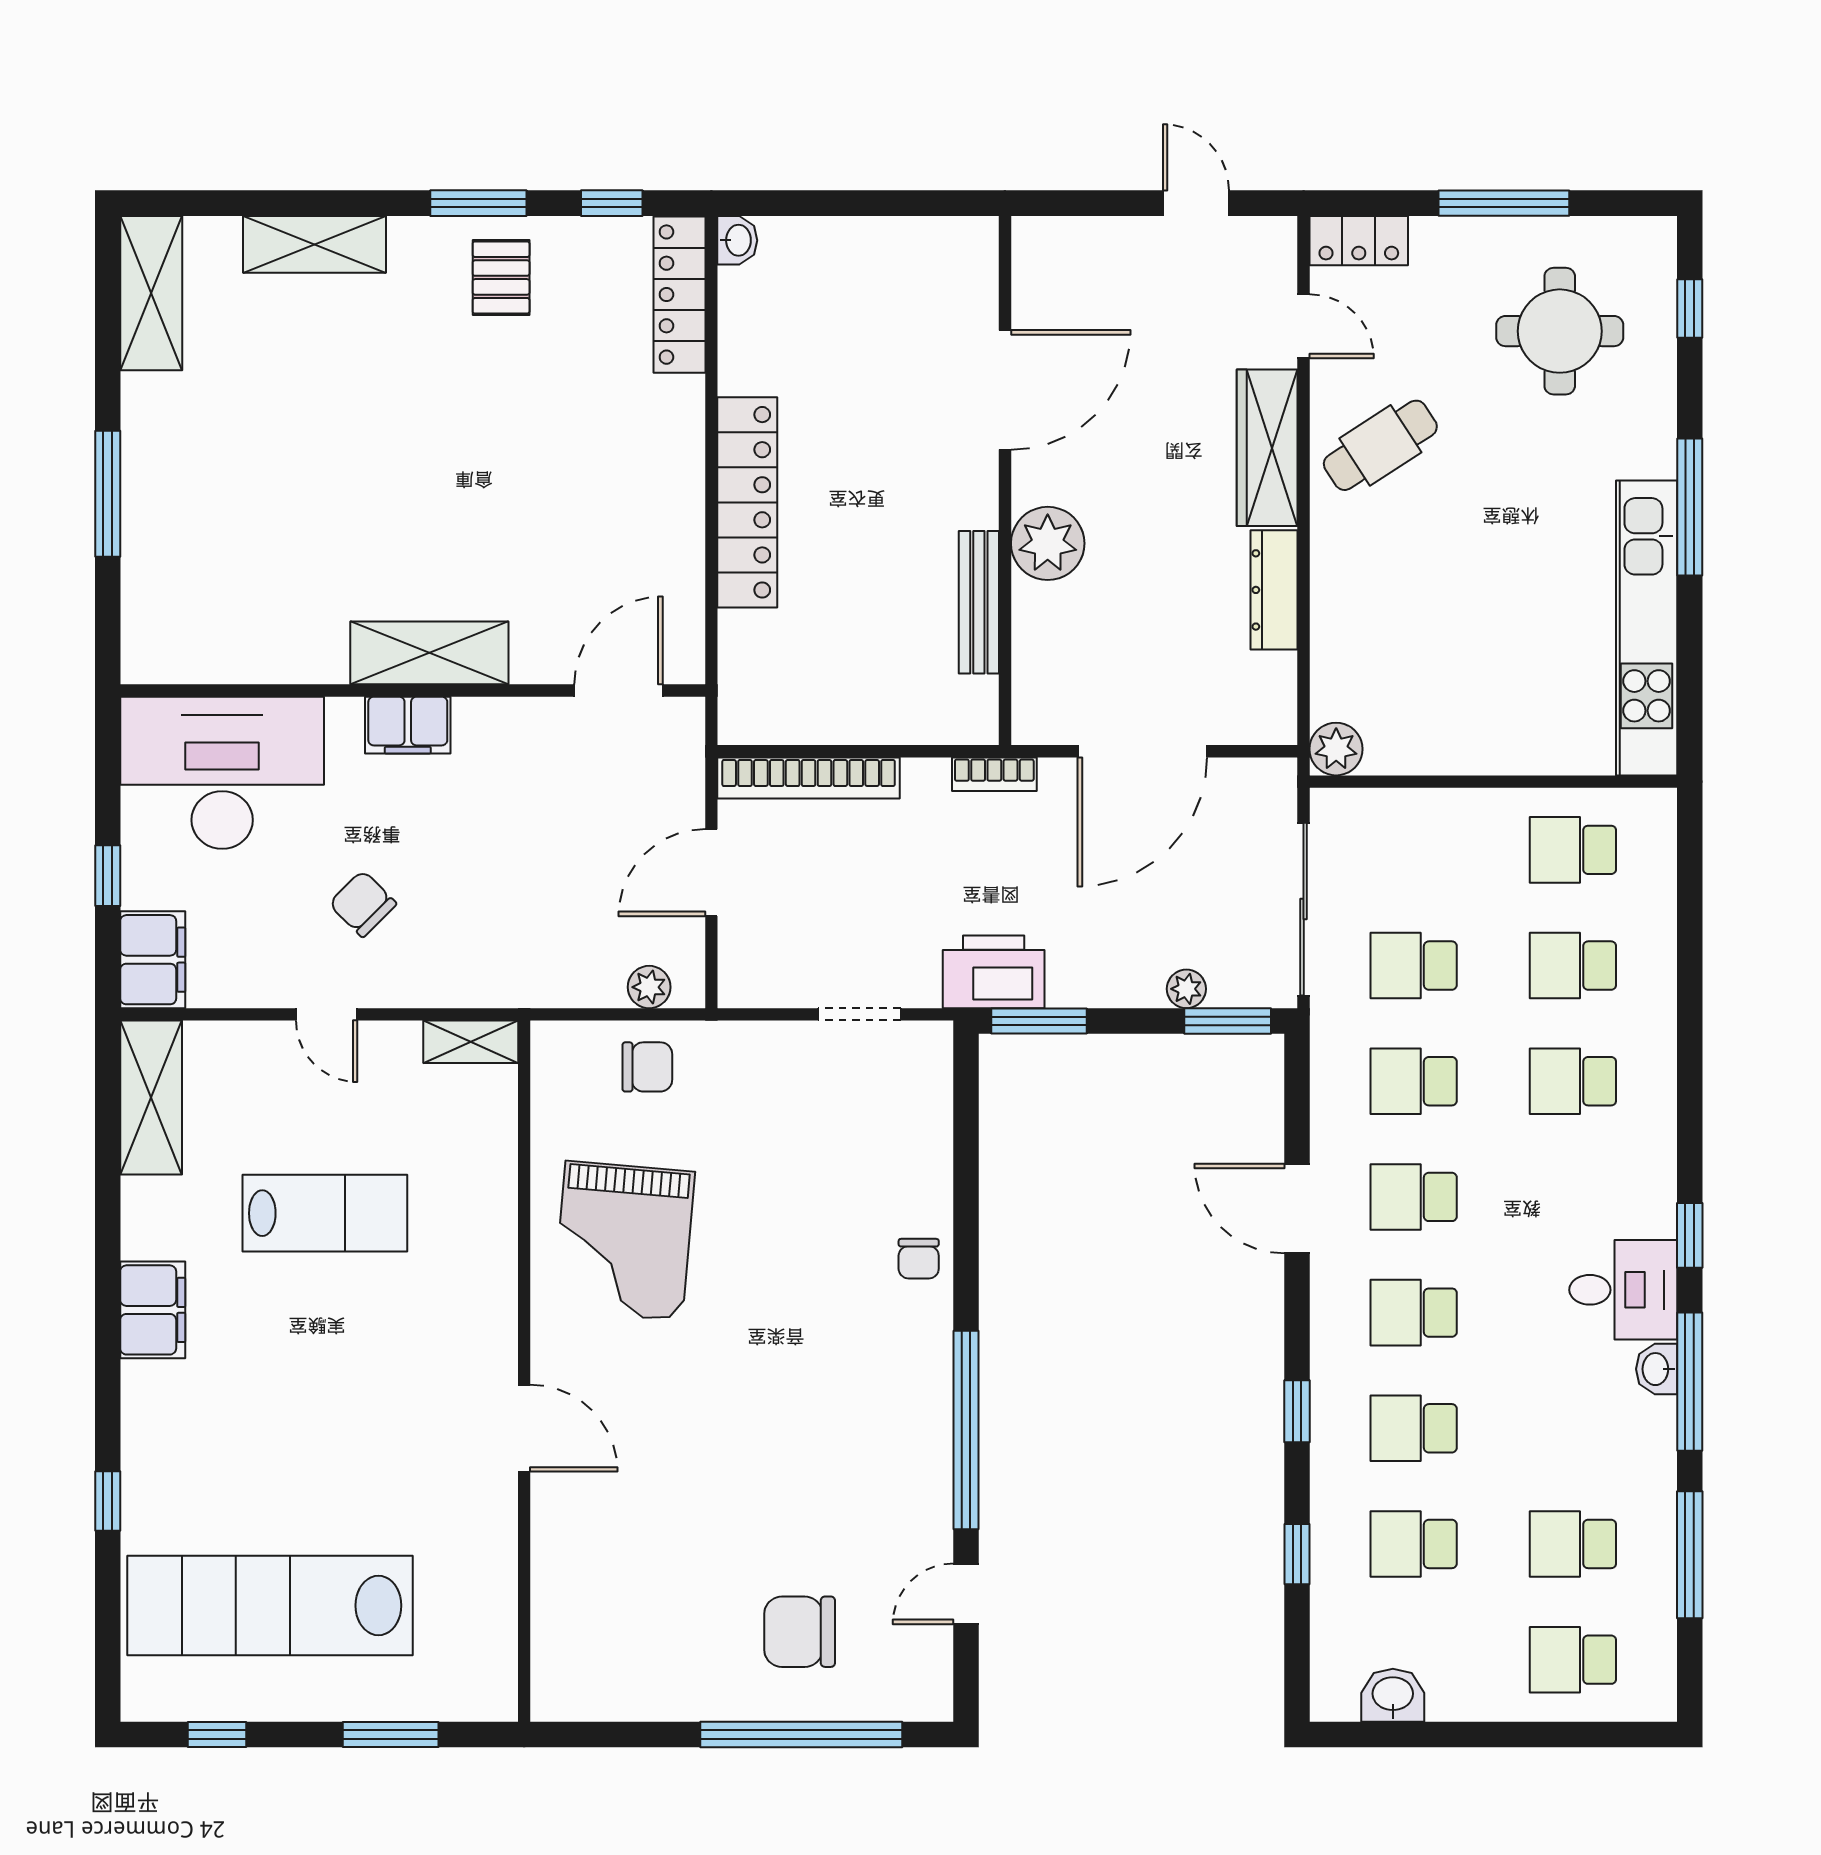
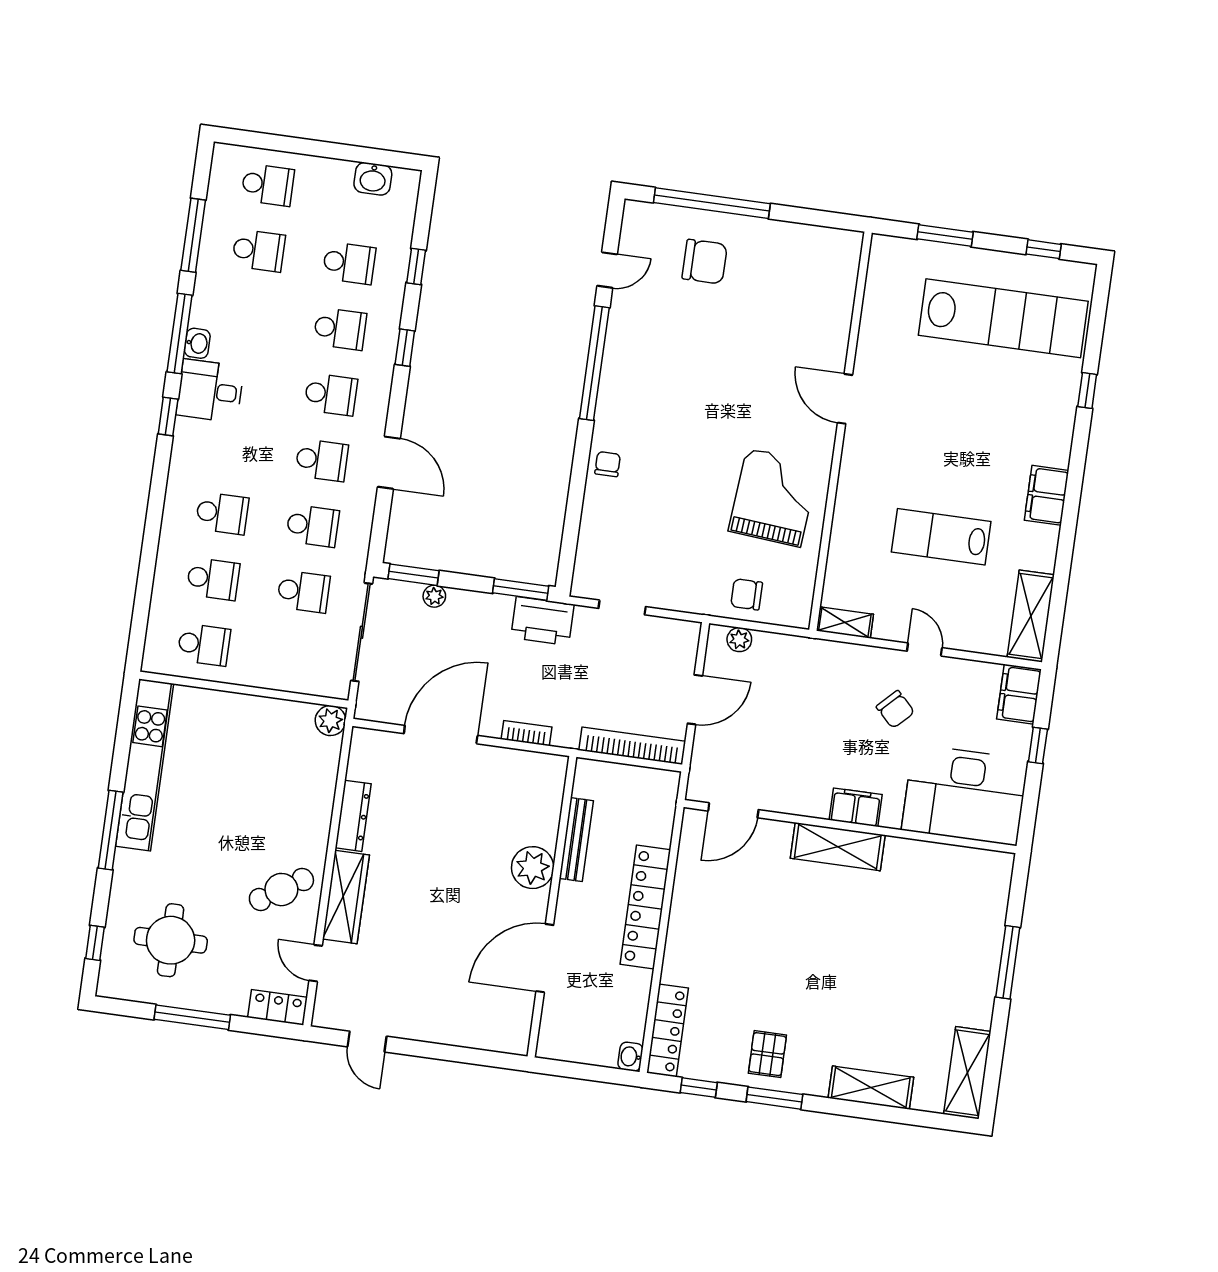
door: (1005, 390) -> (545, 958), moved
wall: (1005, 480) -> (552, 907), moved
plant: (1048, 543) -> (533, 868), moved
bench: (979, 602) -> (576, 840), moved

